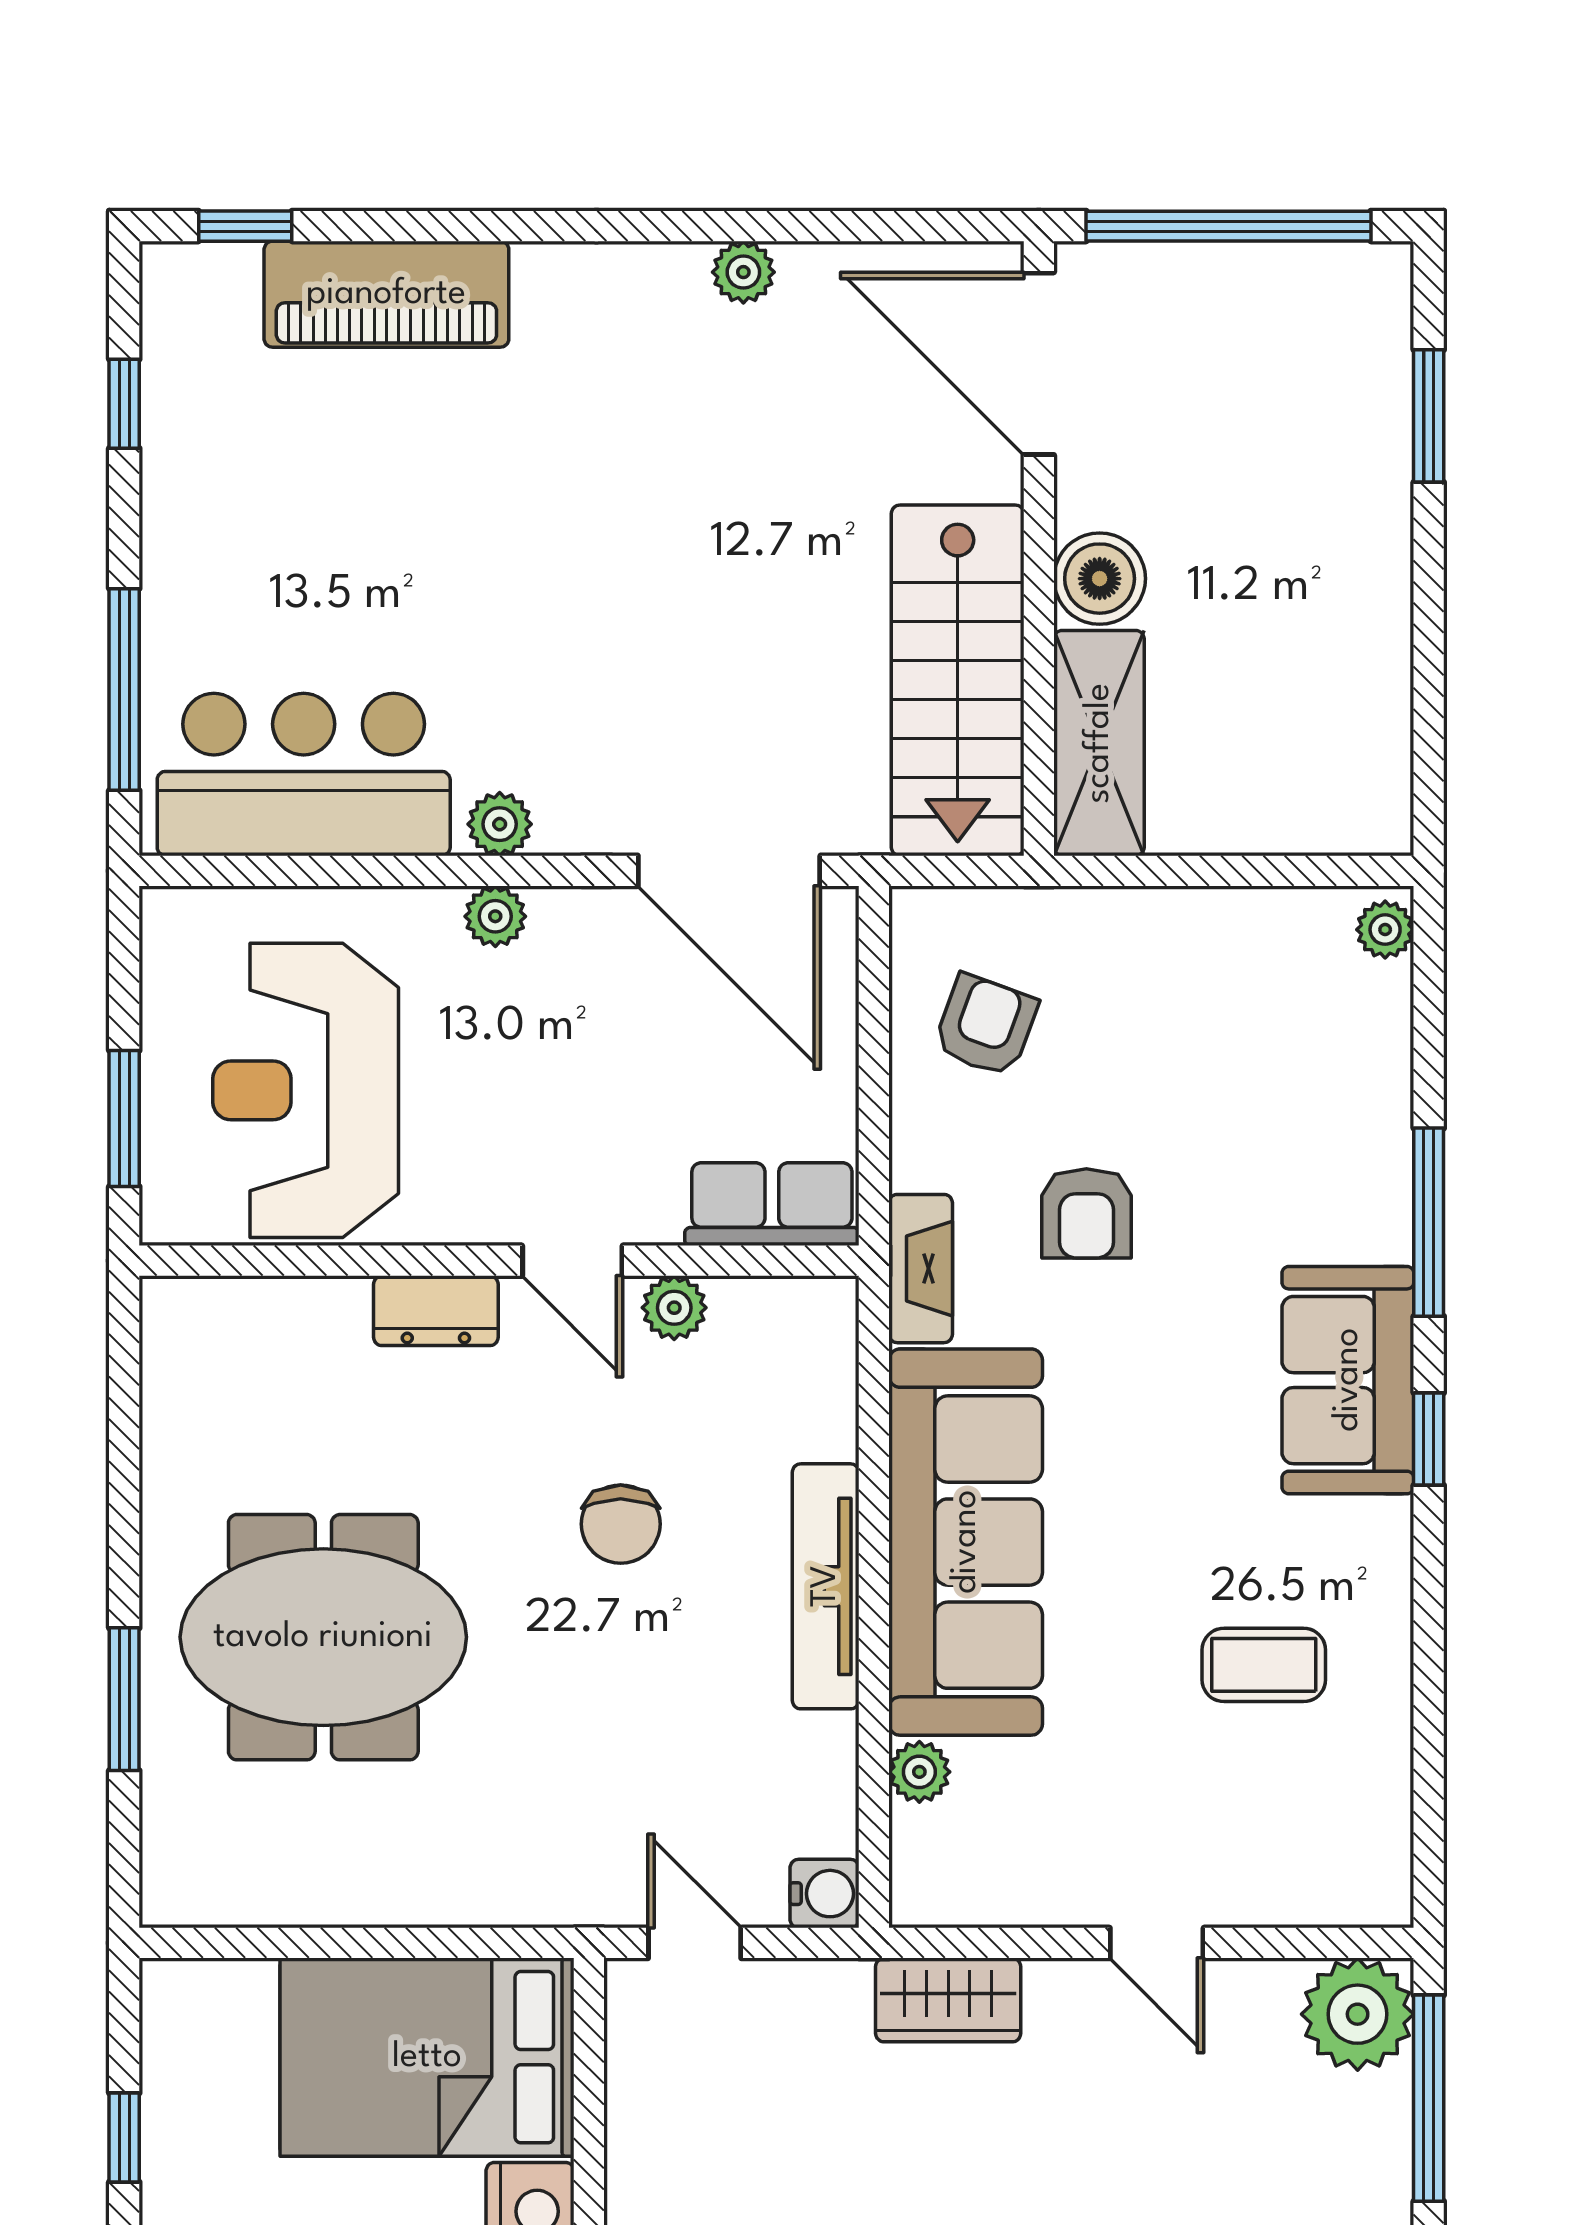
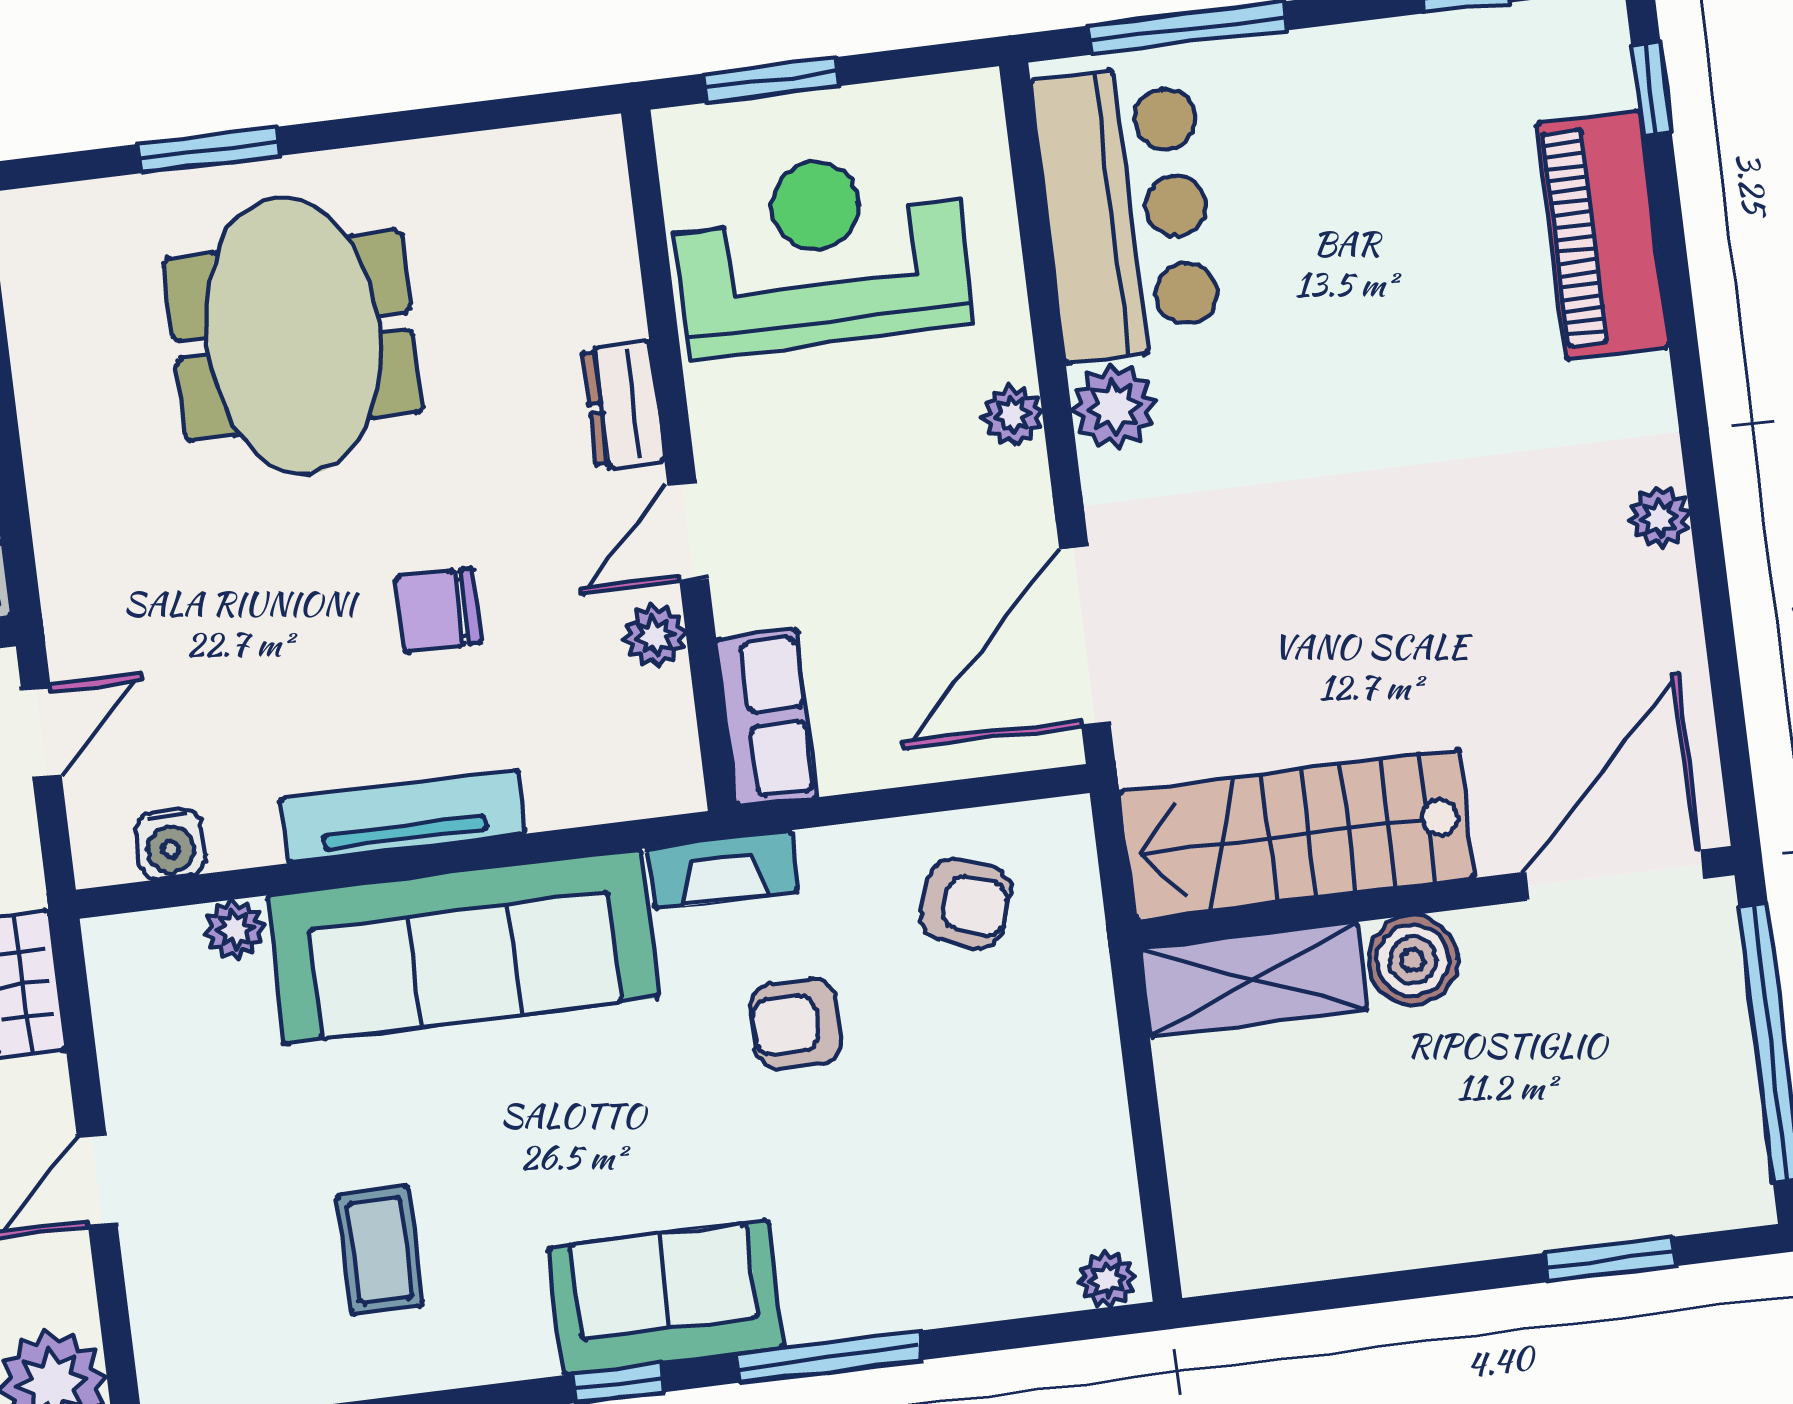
plant: (743, 272) -> (1660, 518), moved
plant: (500, 824) -> (1114, 407), width x1.38, depth x1.38
water cooler: (825, 1894) -> (170, 844), moved

